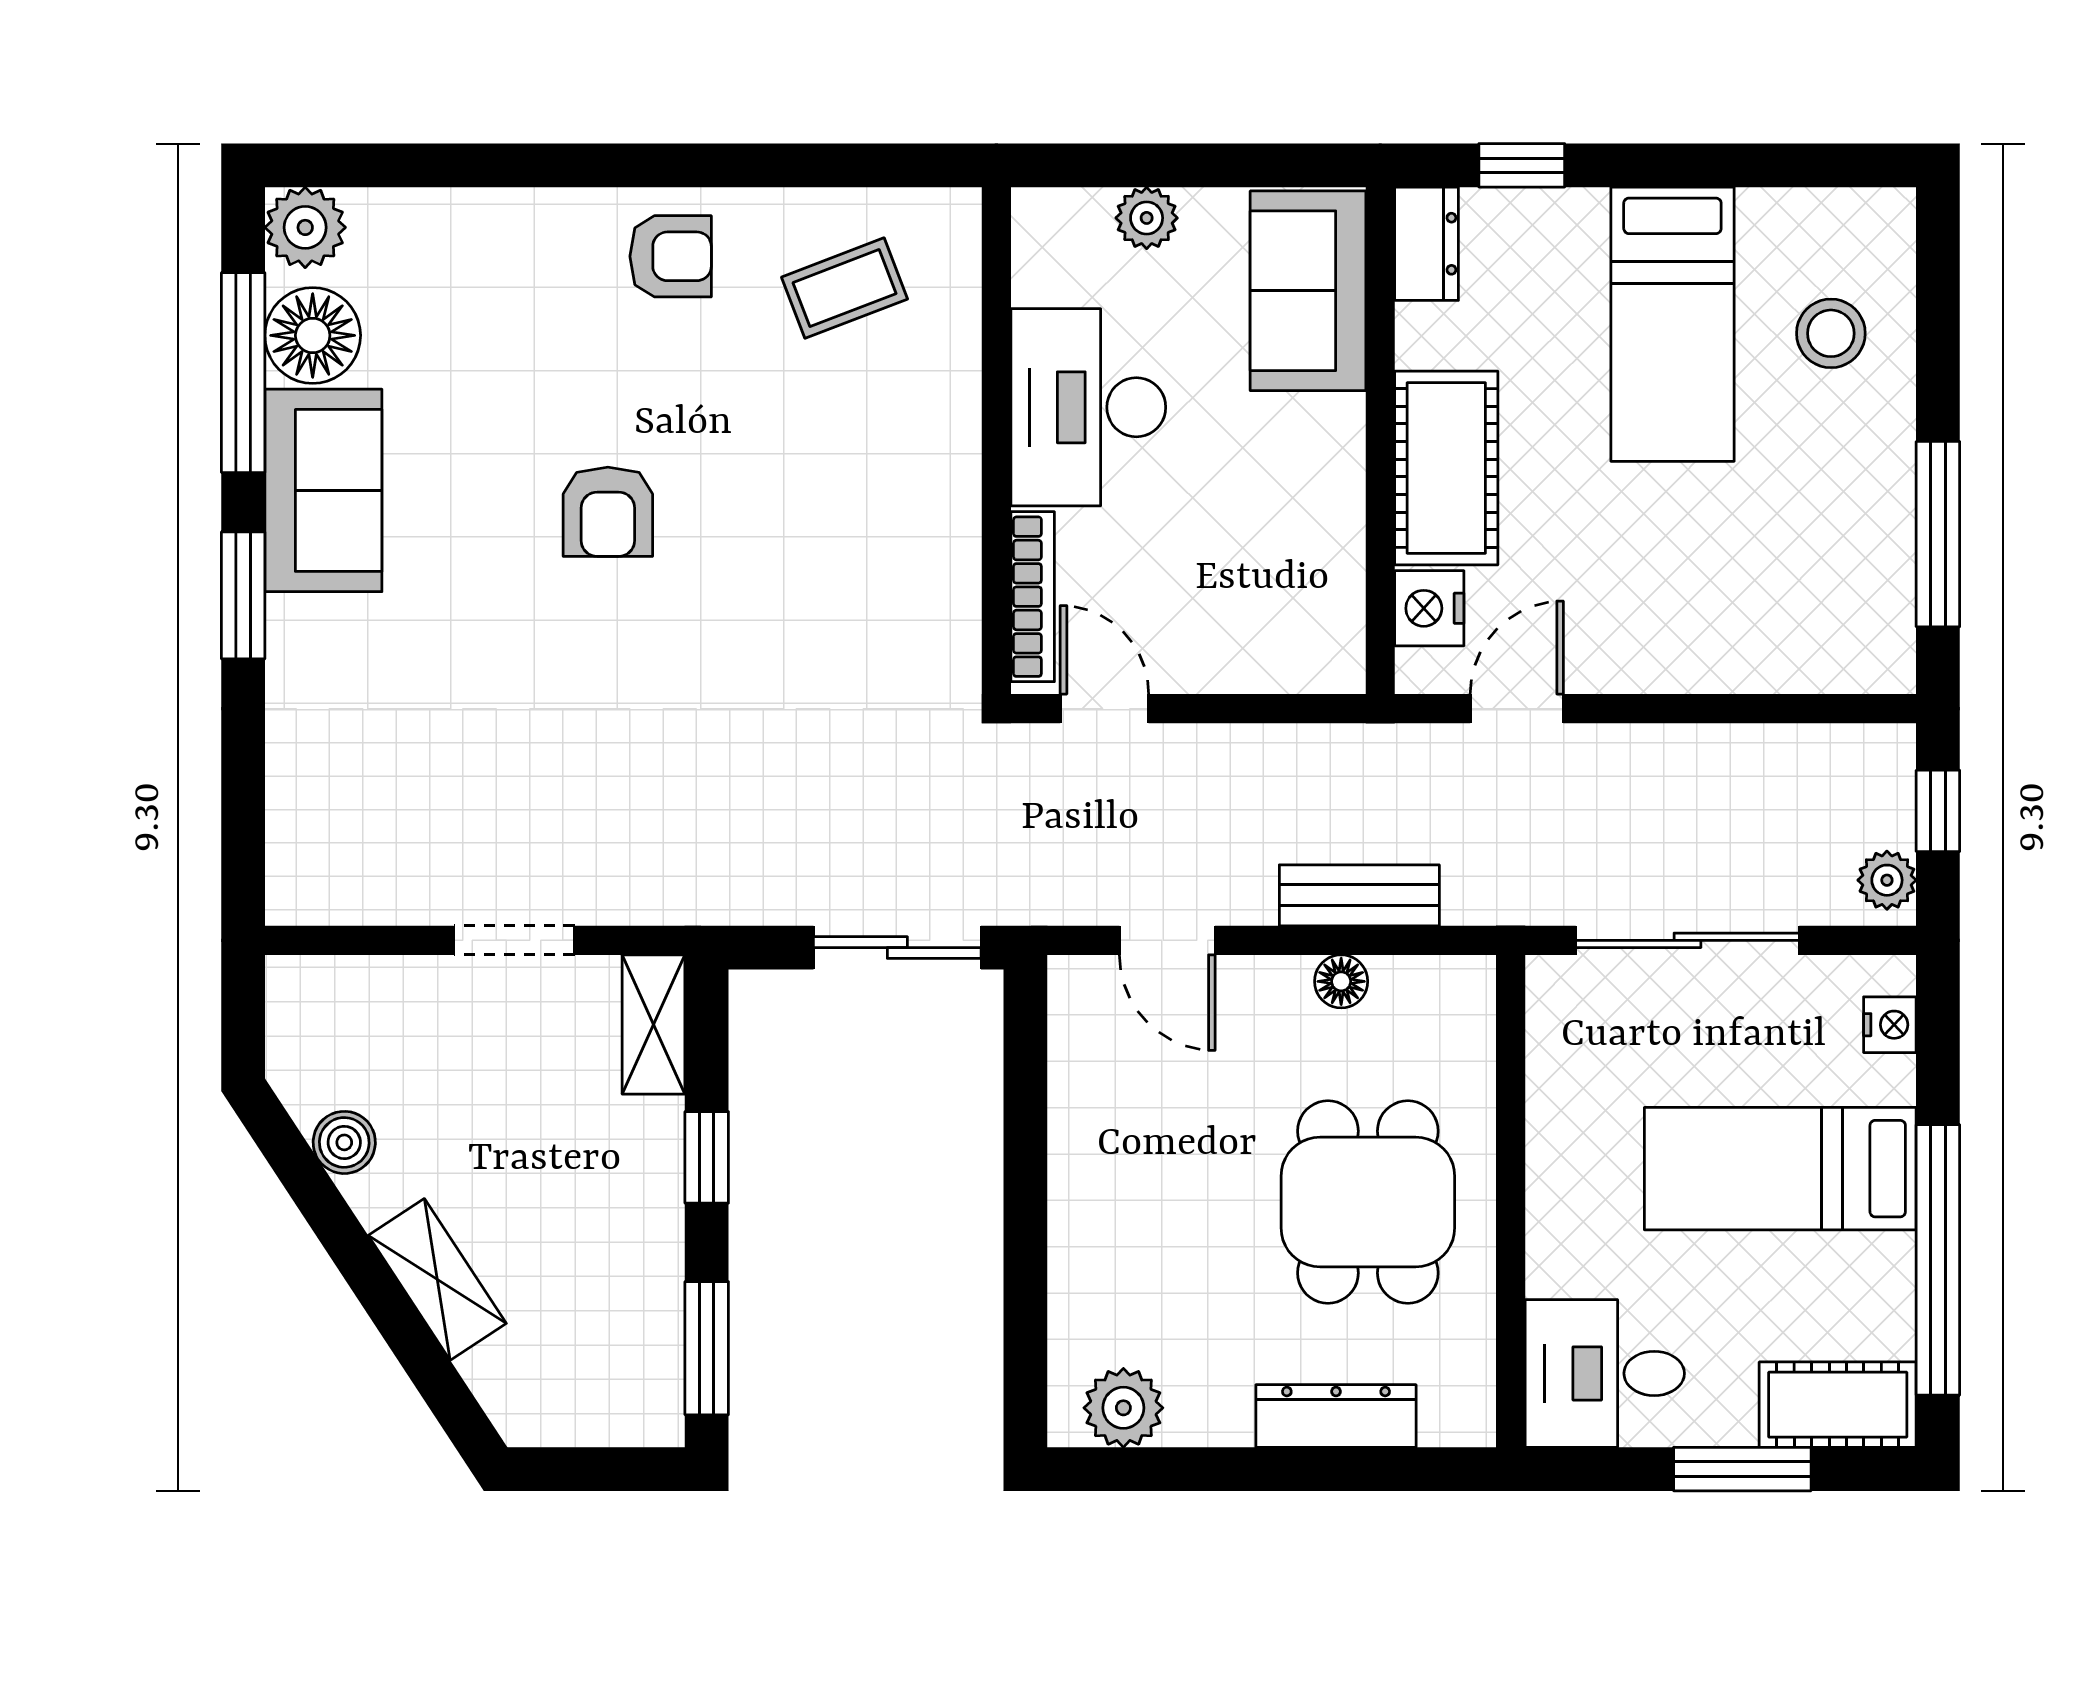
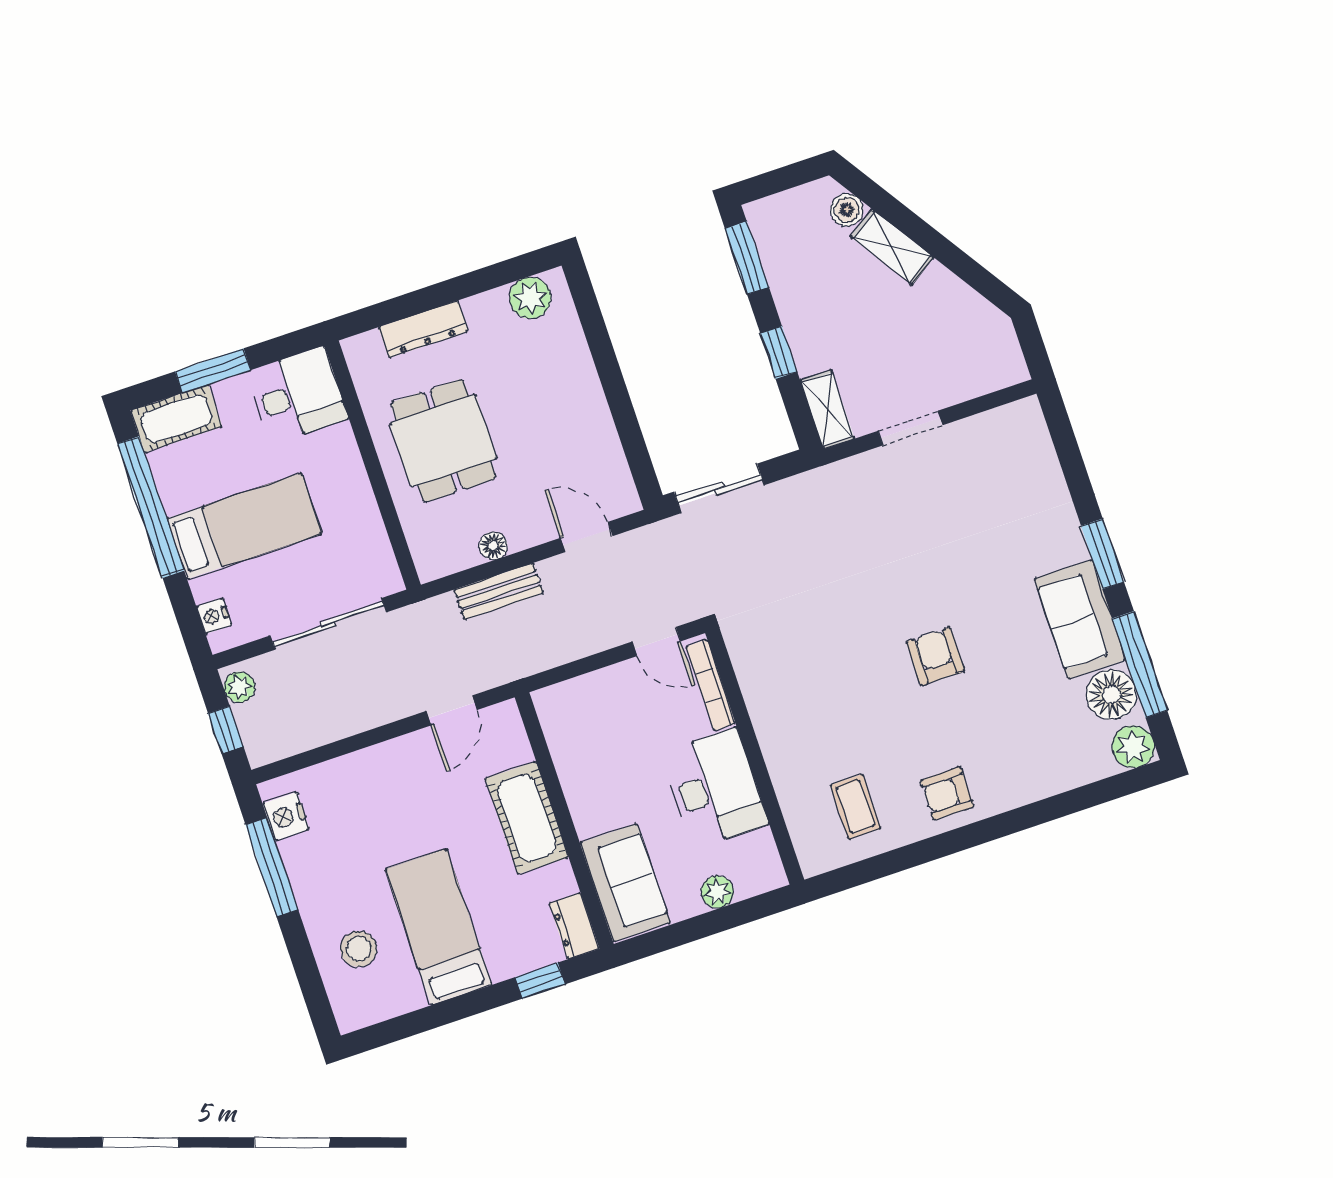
coffee table: (845, 288) -> (855, 807), turned -69
nightstand: (1429, 608) -> (286, 816), moved, turned 180
boiler: (344, 1142) -> (847, 210), moved

